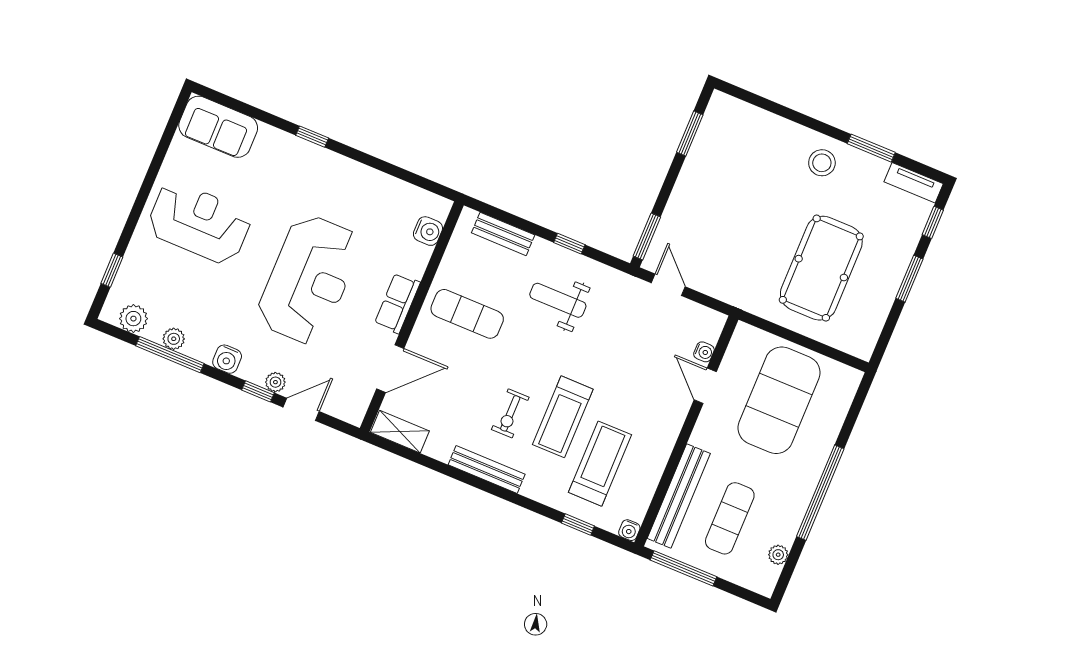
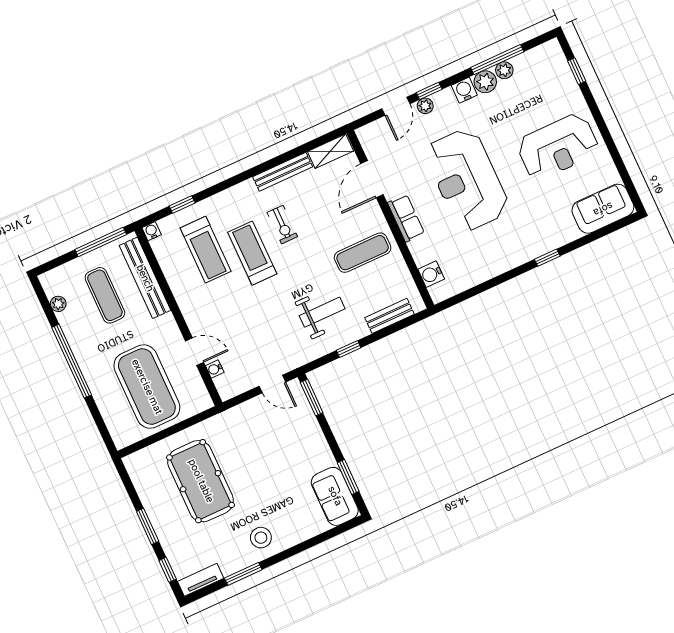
sofa: (720, 129) -> (335, 496), added
plant: (133, 319) -> (485, 82), moved
exercise bike: (510, 413) -> (282, 225), turned 180
bench: (487, 470) -> (283, 172), moved

